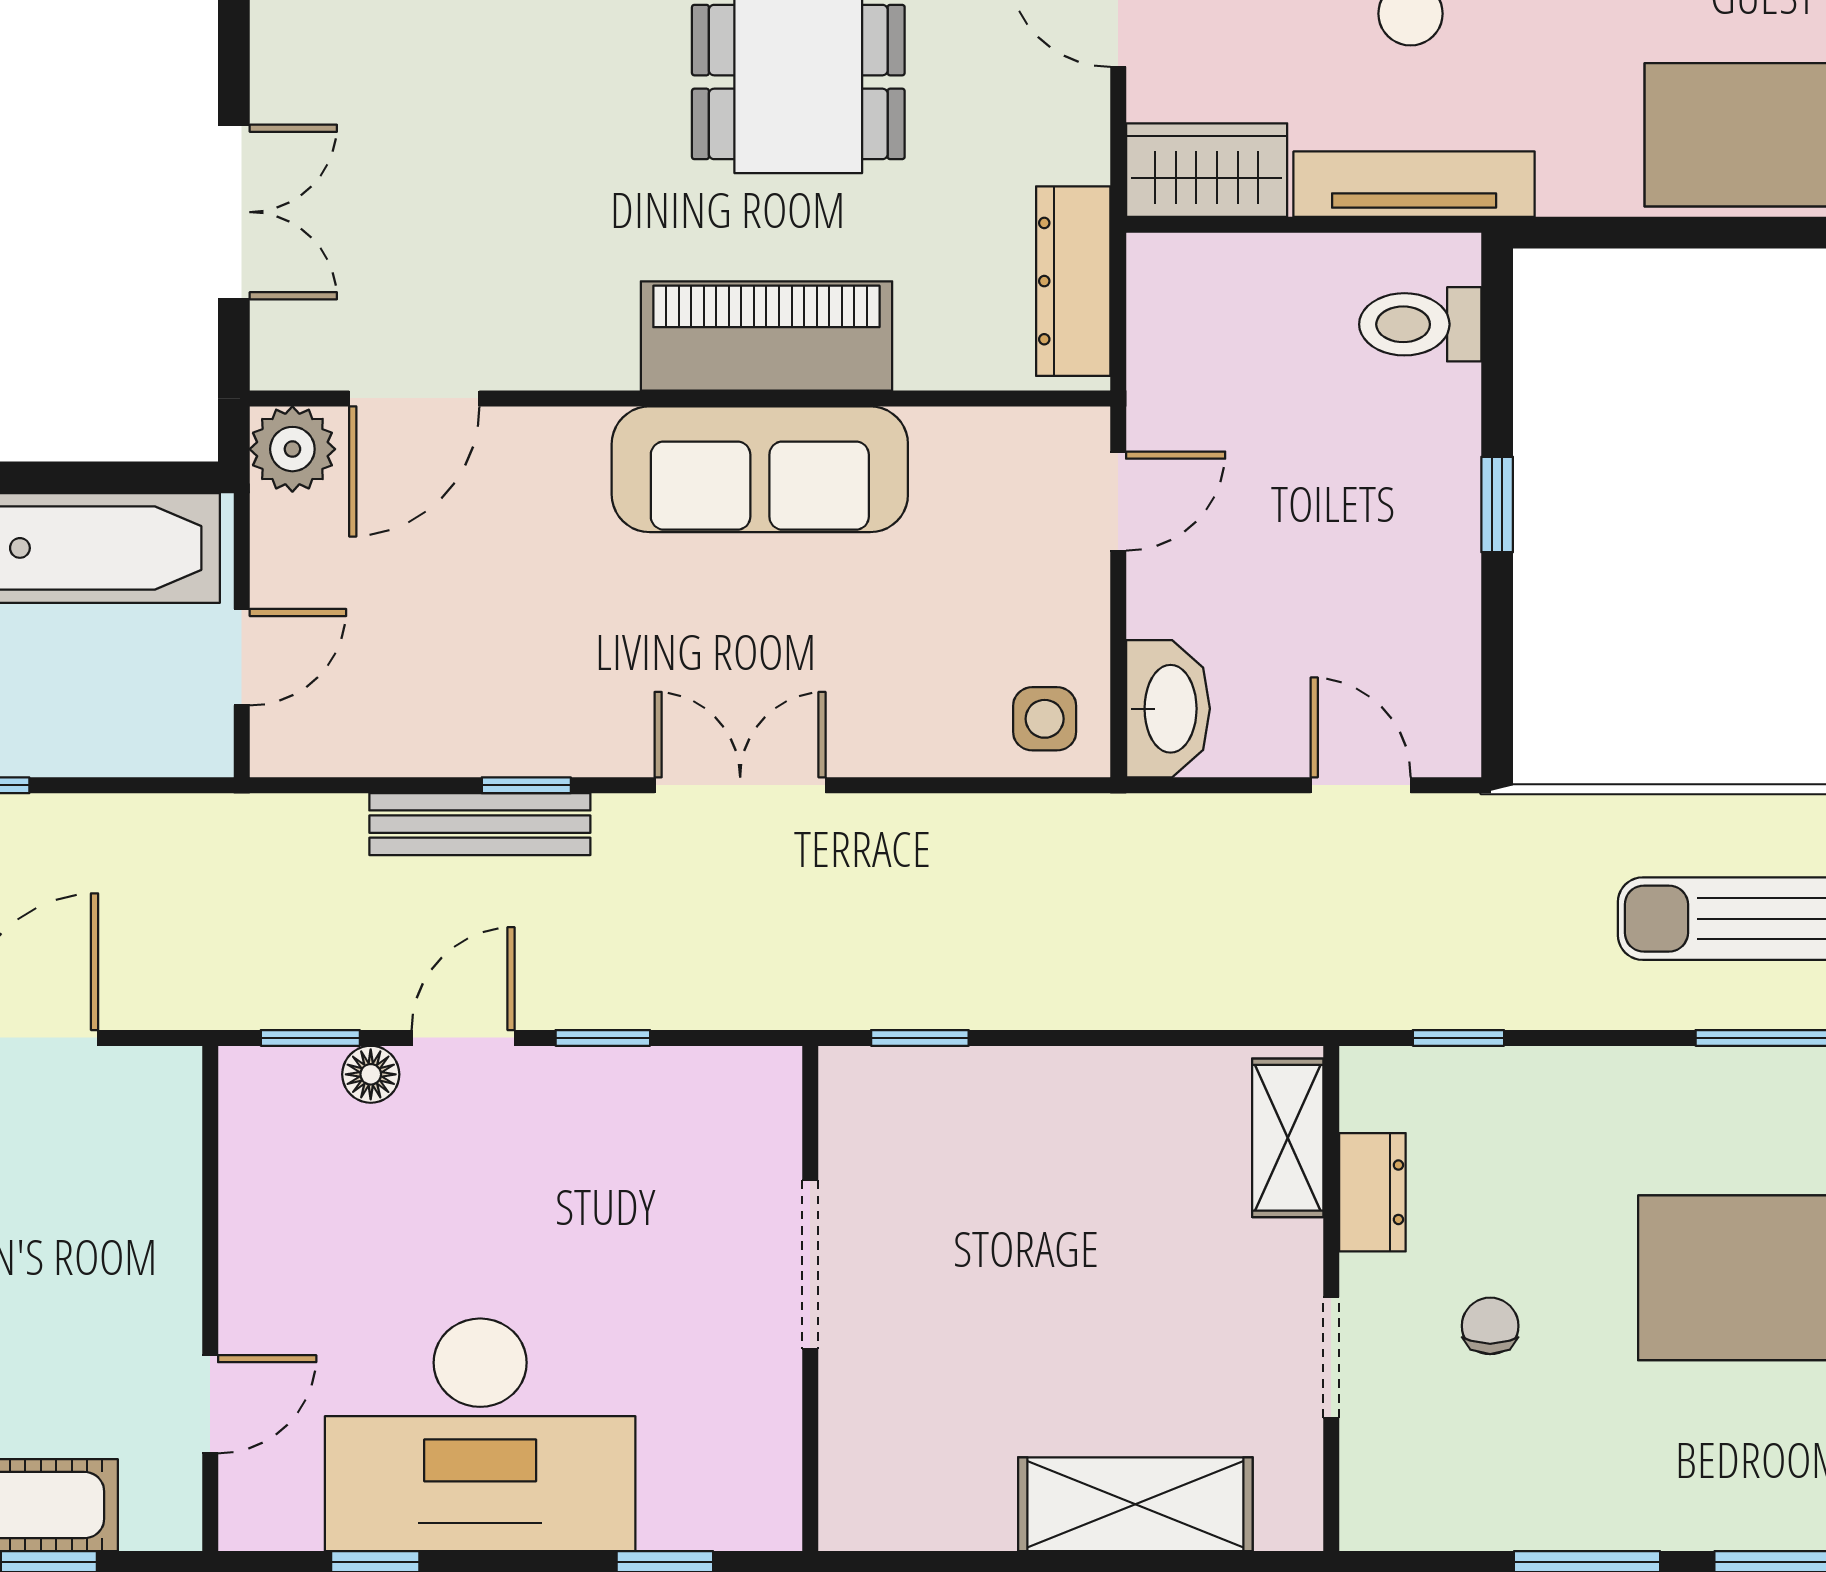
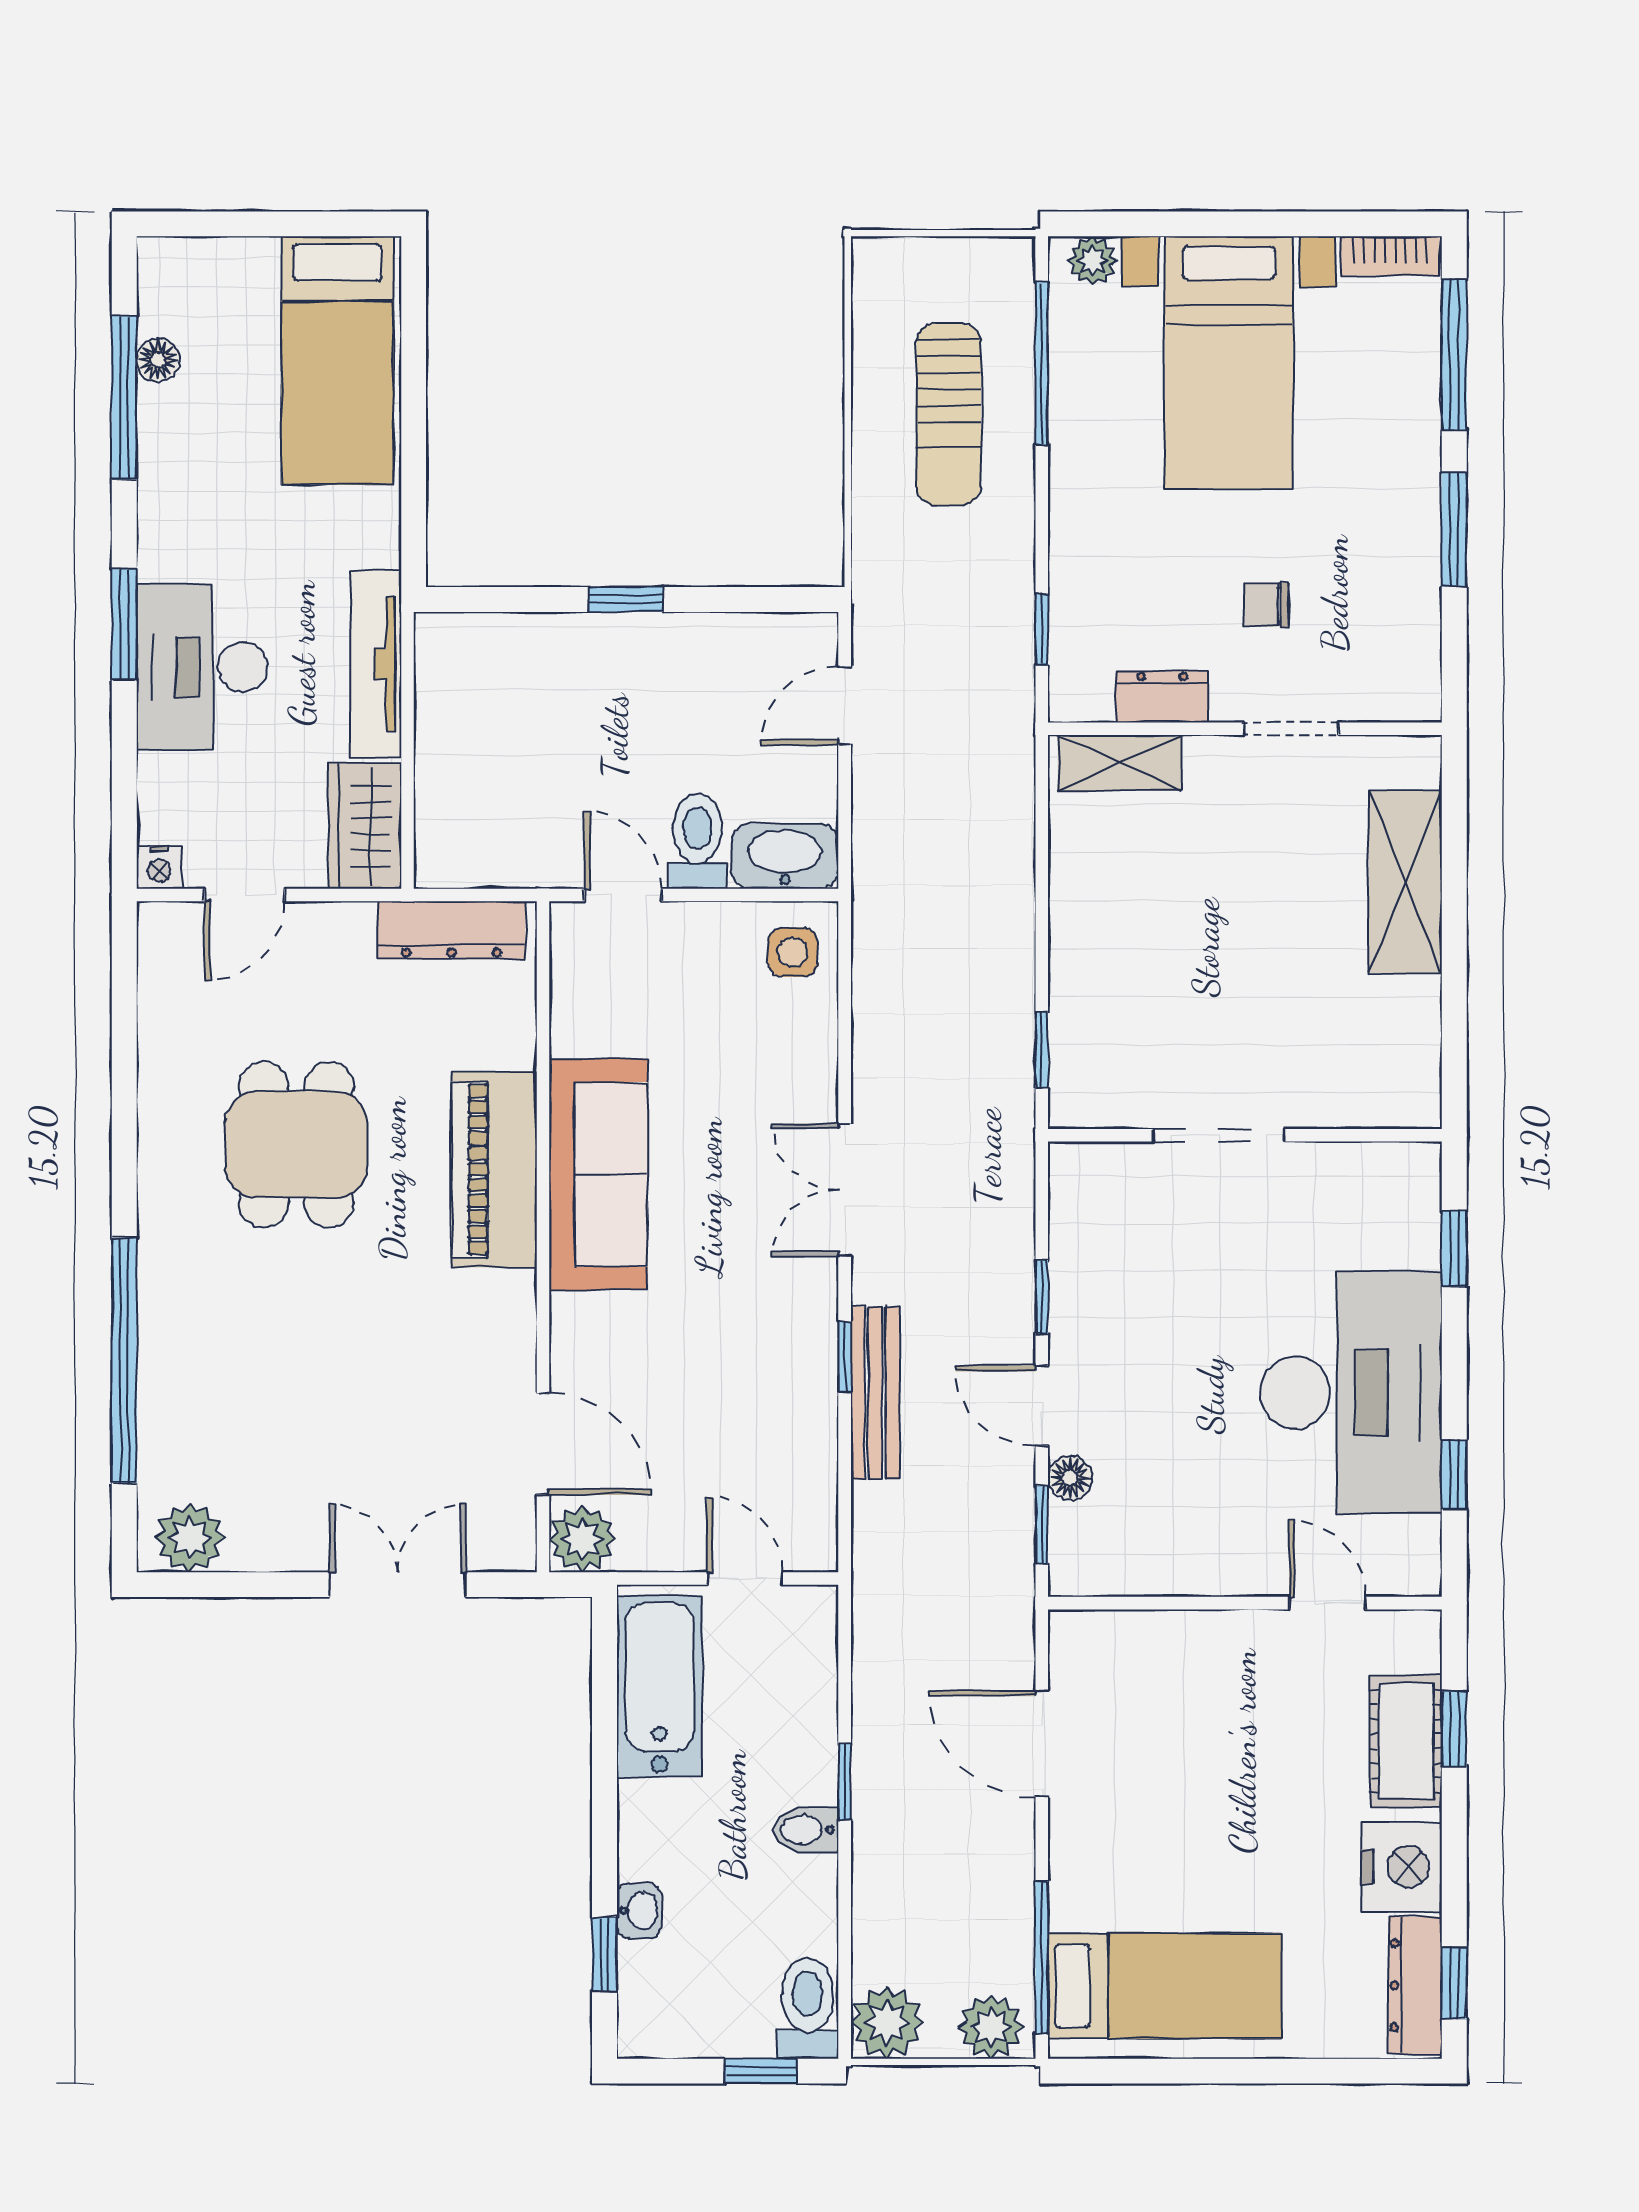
toilet: (1420, 324) -> (697, 841), moved, turned 180

